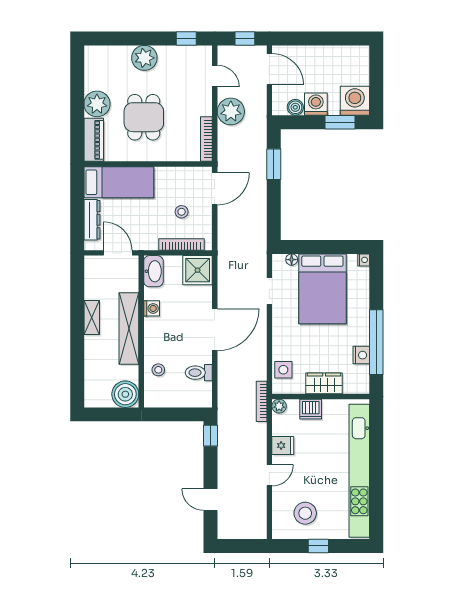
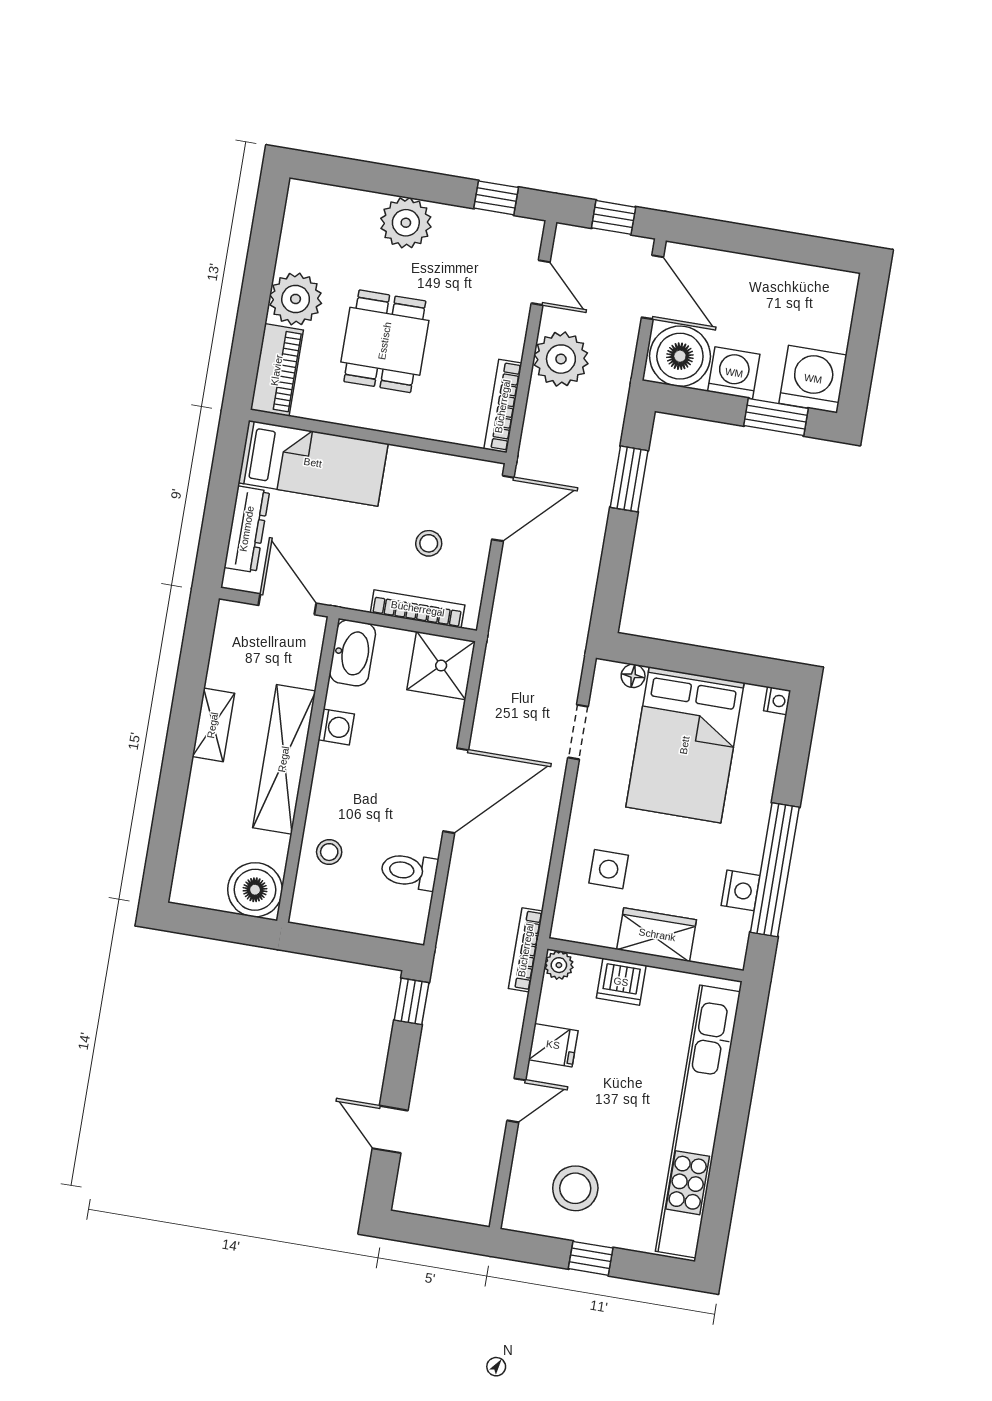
boiler: (295, 107) -> (680, 356), width x1.86, depth x1.86
side table: (283, 370) -> (609, 869), moved

